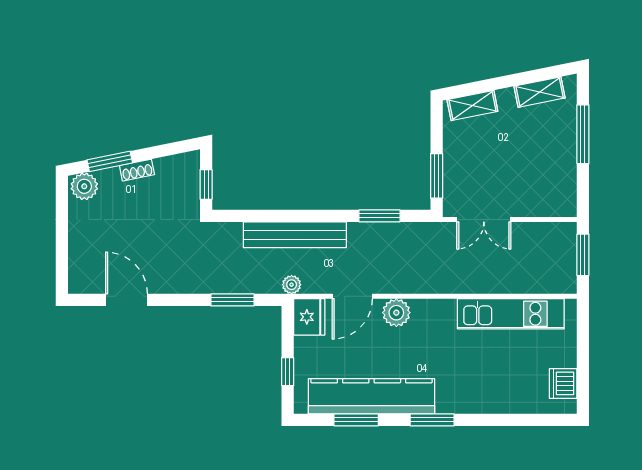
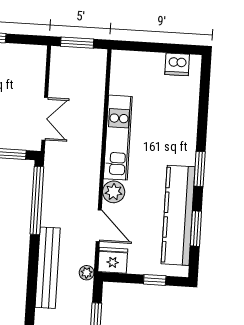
window: (380, 216) -> (37, 200), width x2.11
kitchen unit: (511, 314) -> (118, 138), moved

